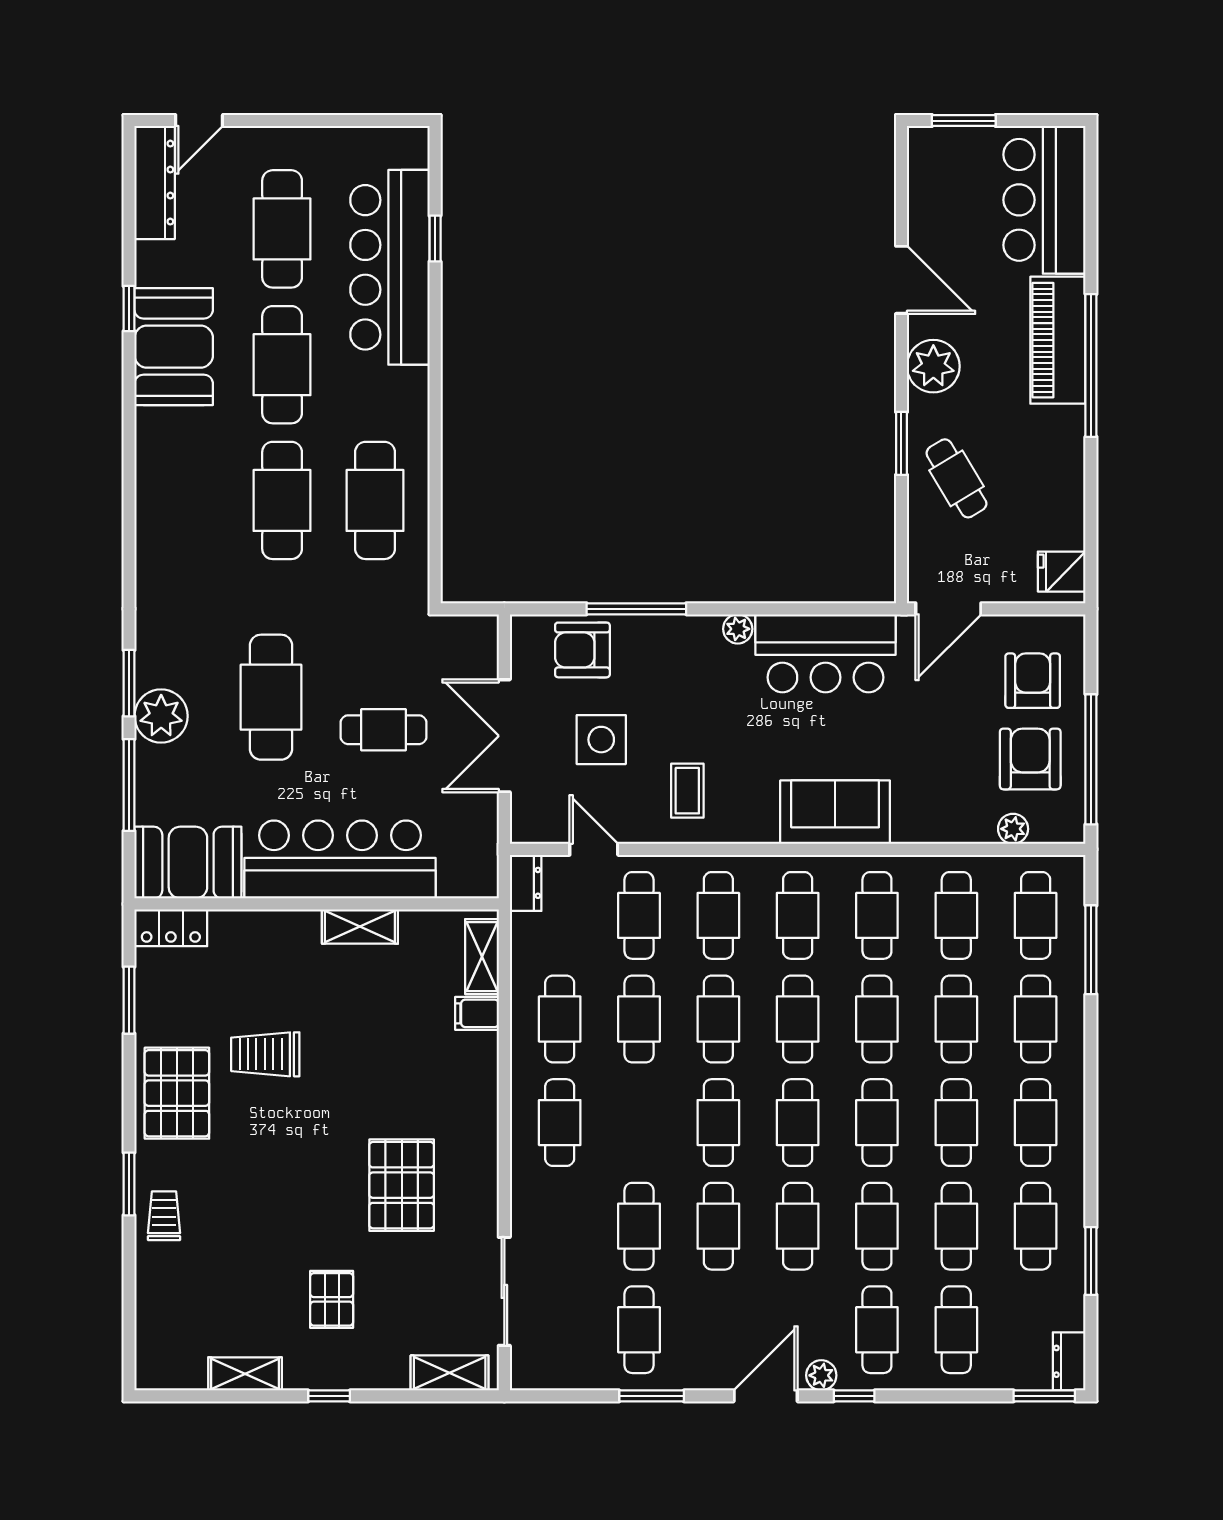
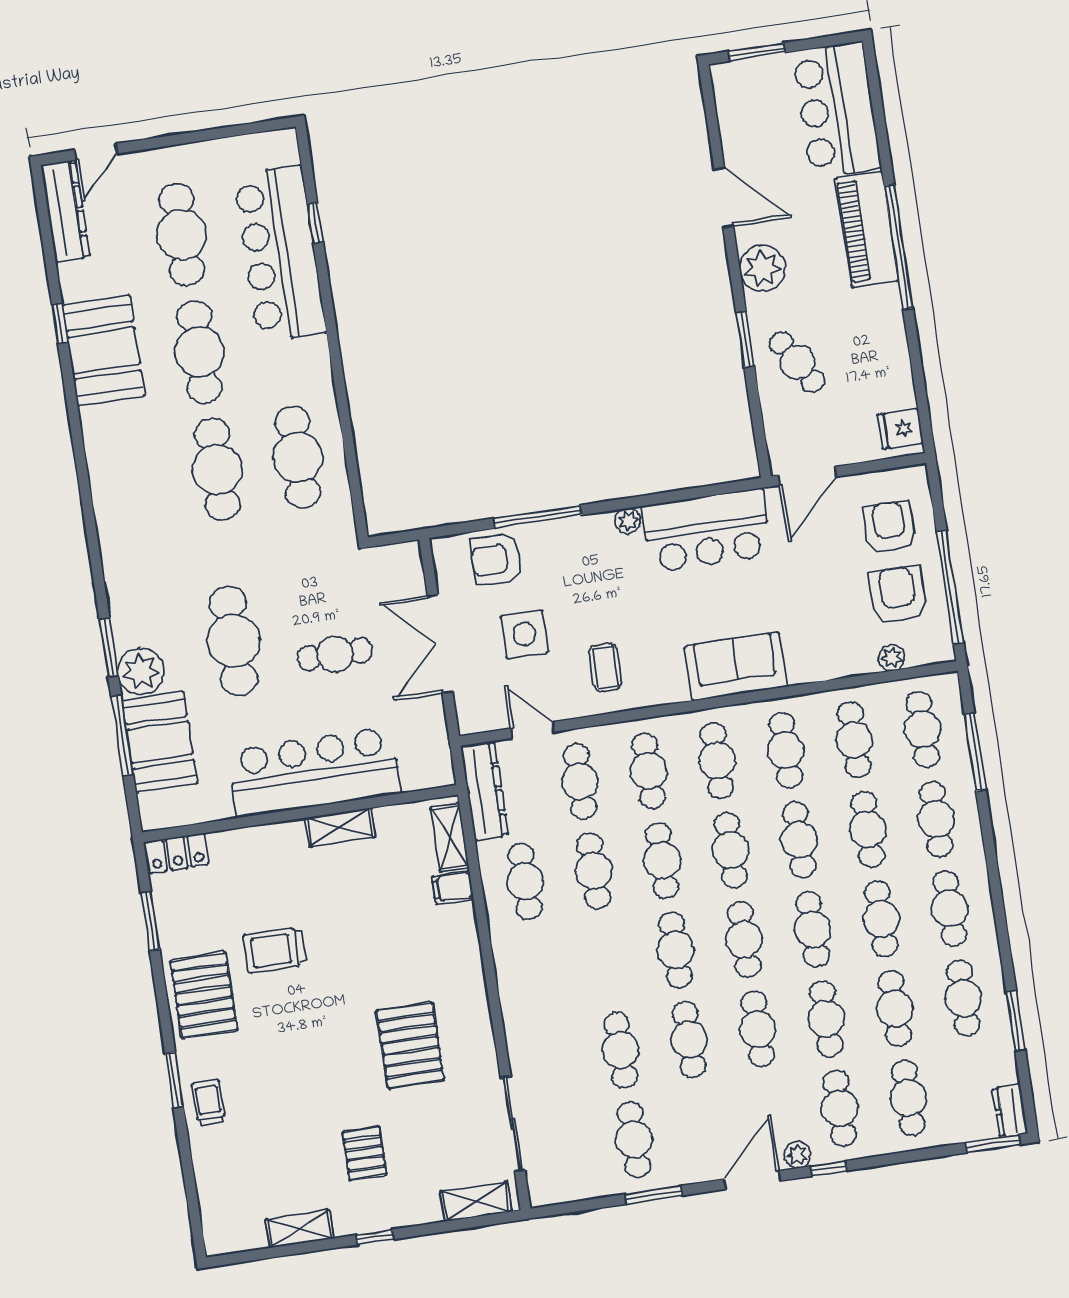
booth: (188, 863) -> (160, 742), moved, turned 90
dresser: (526, 883) -> (485, 791), width x1.96, depth x1.24
cafe table: (560, 1123) -> (538, 971), removed

